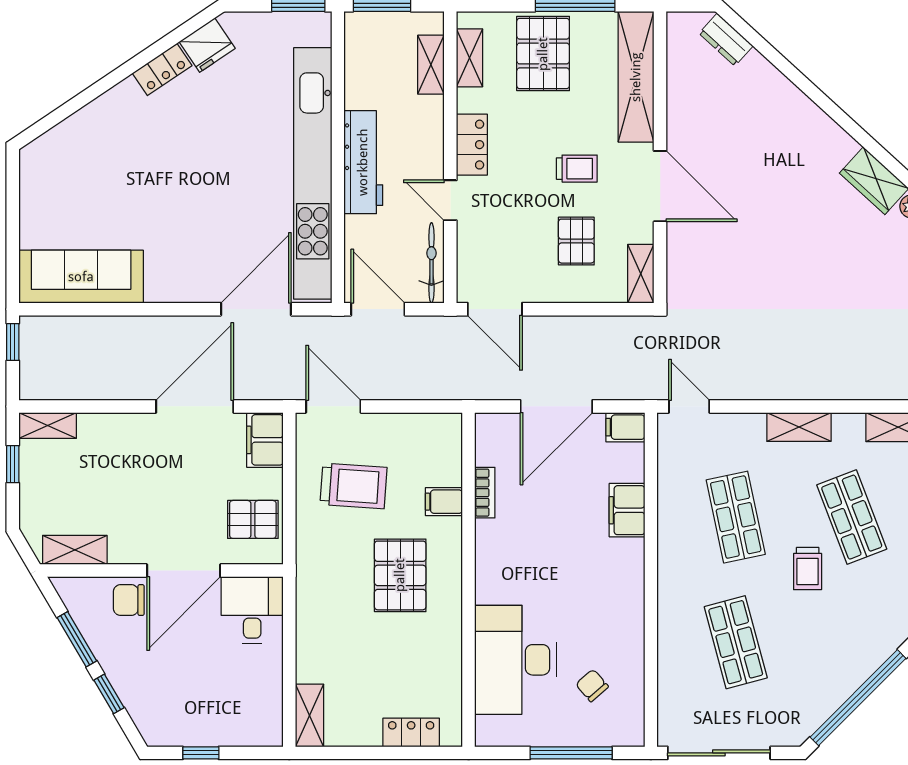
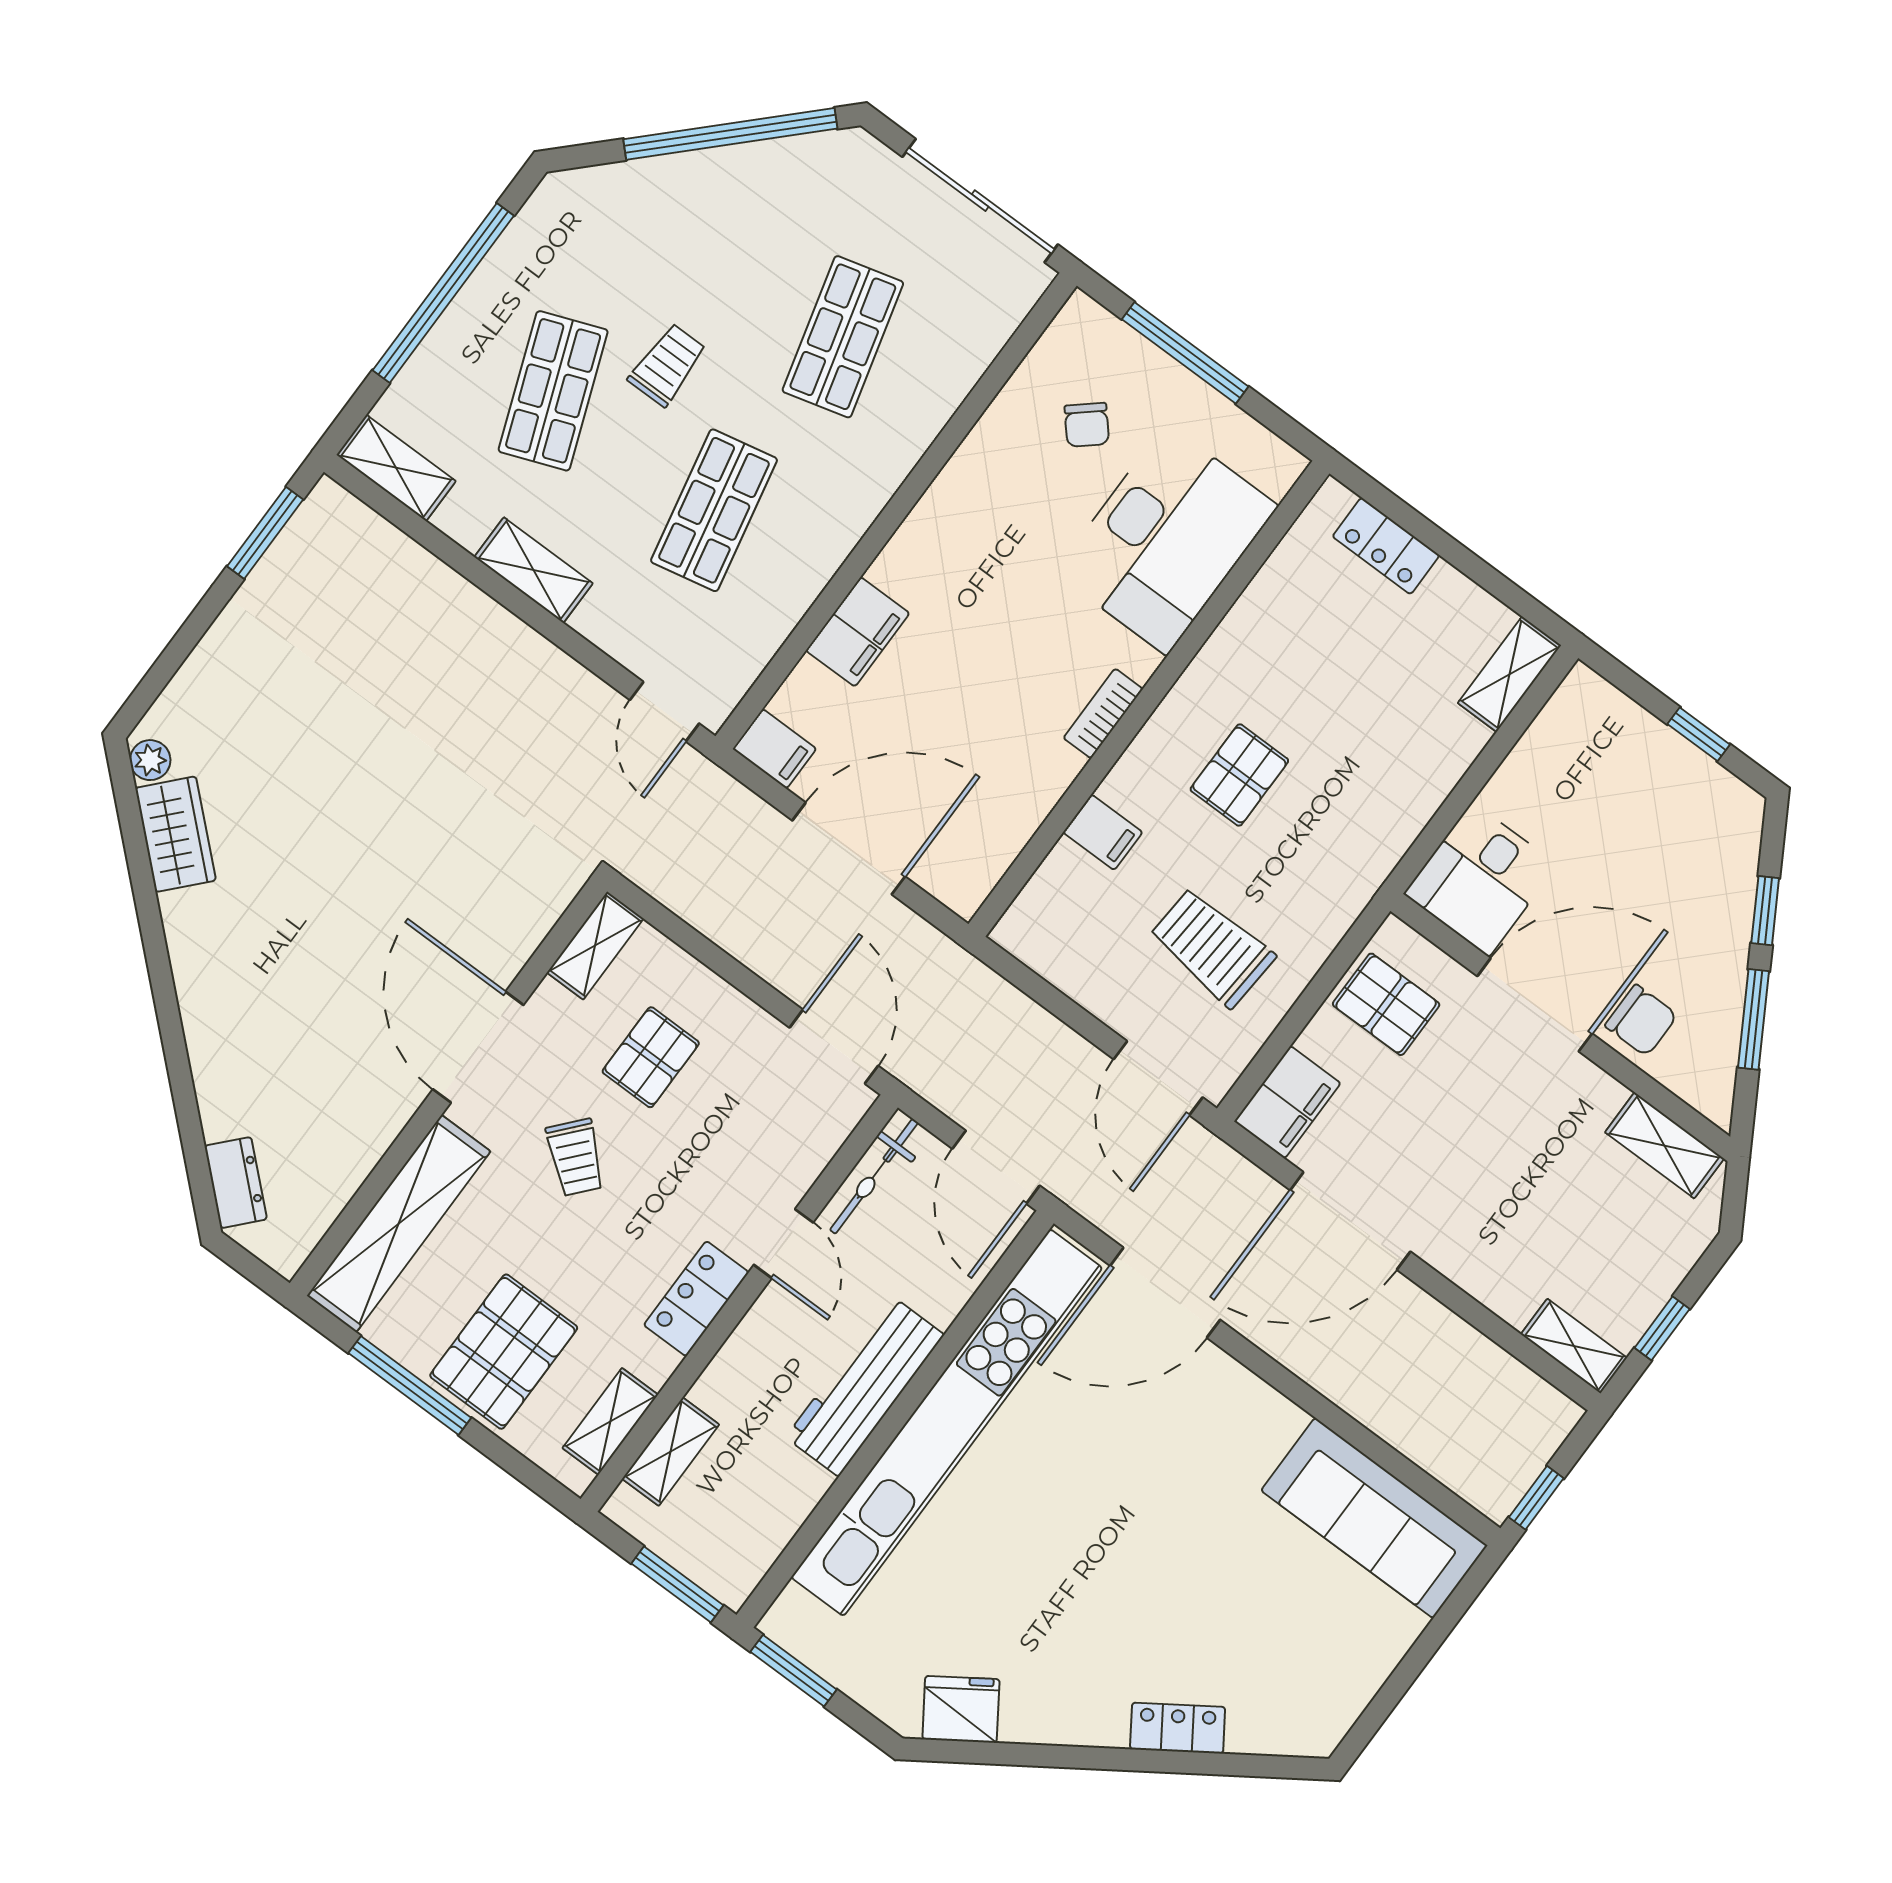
locker: (162, 69) -> (1178, 1728), moved
trolley: (577, 169) -> (575, 1157), turned -139
bookcase: (485, 493) -> (1103, 713), moved
pallet: (400, 575) -> (1239, 775), width x0.67, depth x0.71

